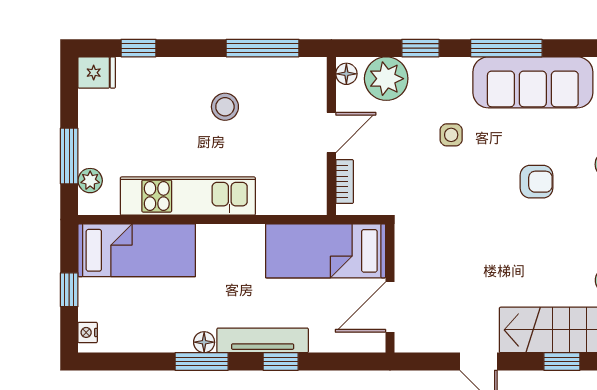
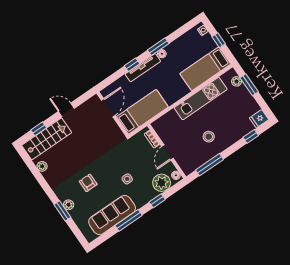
armchair: (537, 182) -> (88, 183), turned 90

